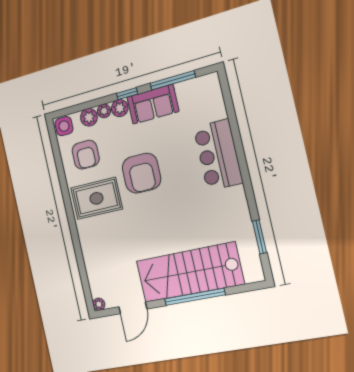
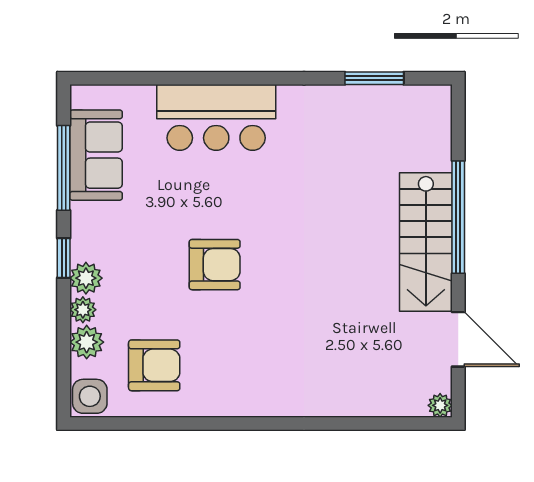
sofa: (153, 104) -> (96, 155), moved
armchair: (141, 173) -> (215, 265), width x0.73, depth x0.73
rug: (96, 198) -> (241, 363), removed
stairs: (189, 272) -> (426, 242), width x0.73, depth x0.66

